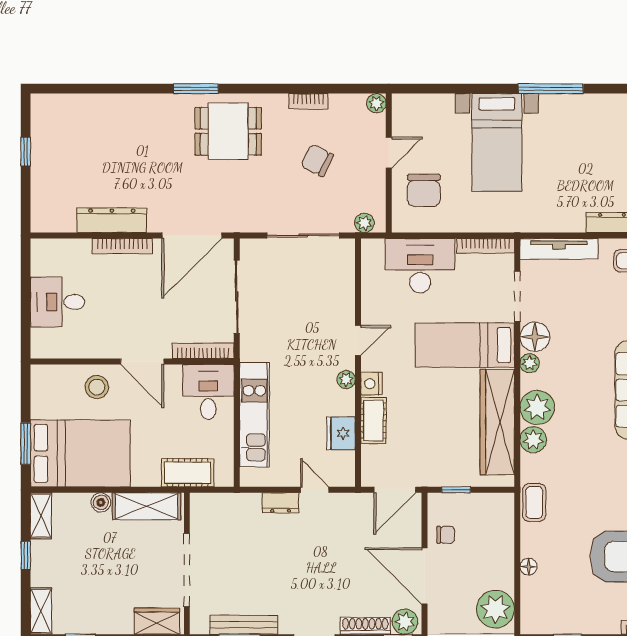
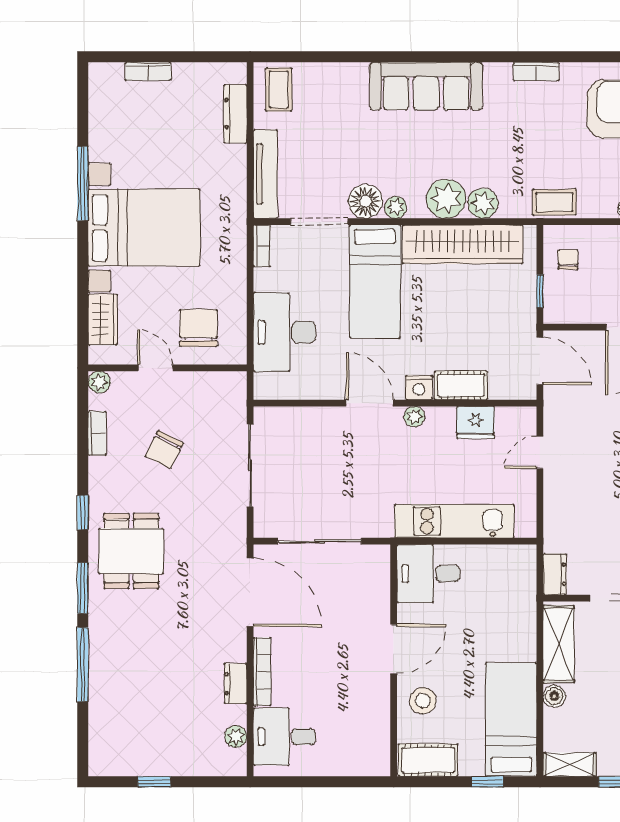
window: (129, 89) -> (83, 665), added
window: (262, 89) -> (83, 512), added
bookcase: (308, 101) -> (97, 433), moved
wardrobe: (431, 106) -> (103, 319), added
bed with nightstands: (497, 142) -> (144, 228), width x1.36
chair: (424, 190) -> (199, 328), turned -90
dresser: (112, 220) -> (235, 684), width x0.51, depth x0.80
plant: (364, 223) -> (236, 736), moved
bookcase: (485, 246) -> (262, 246), width x0.64
desk: (58, 302) -> (284, 737), moved, turned 90
door: (358, 340) -> (370, 403), width x1.38
bookcase: (203, 351) -> (381, 579), removed
window: (26, 444) -> (487, 782), width x0.67
bed: (80, 453) -> (511, 720), width x0.67
cot: (188, 473) -> (428, 760), moved, turned 90
dresser: (281, 503) -> (555, 574), moved
chair: (446, 535) -> (568, 260), moved

